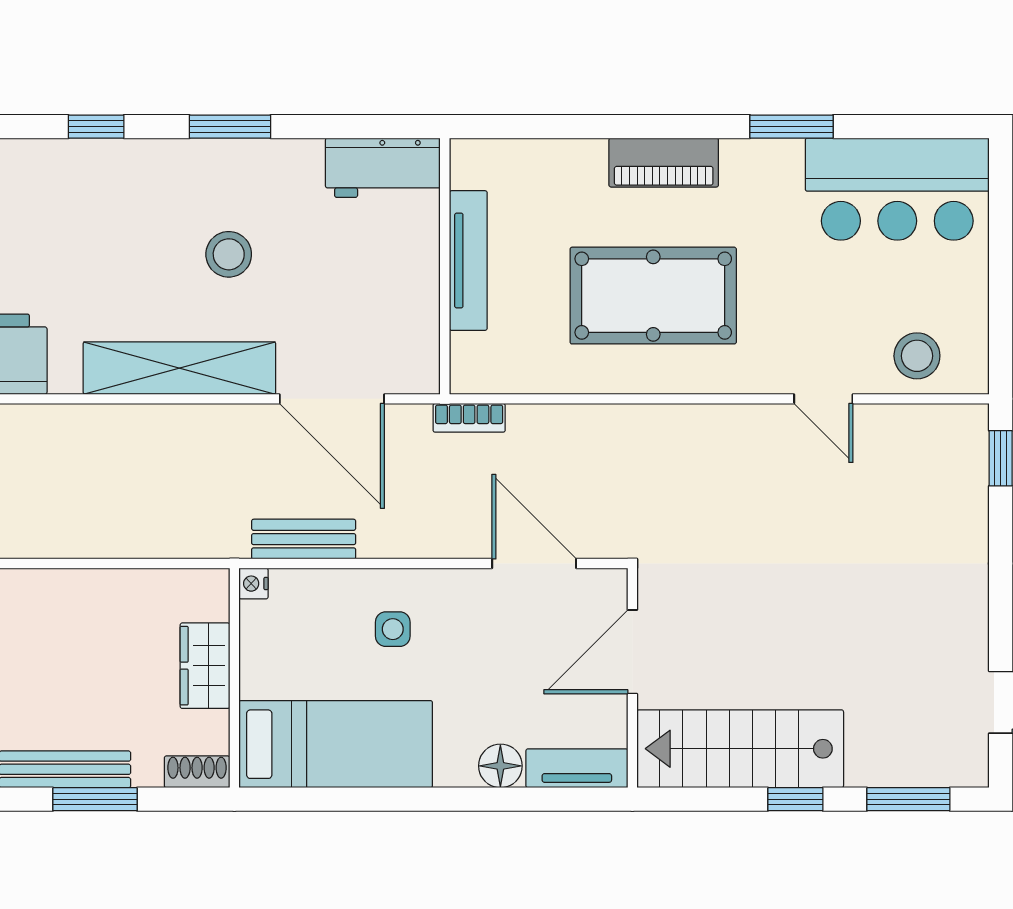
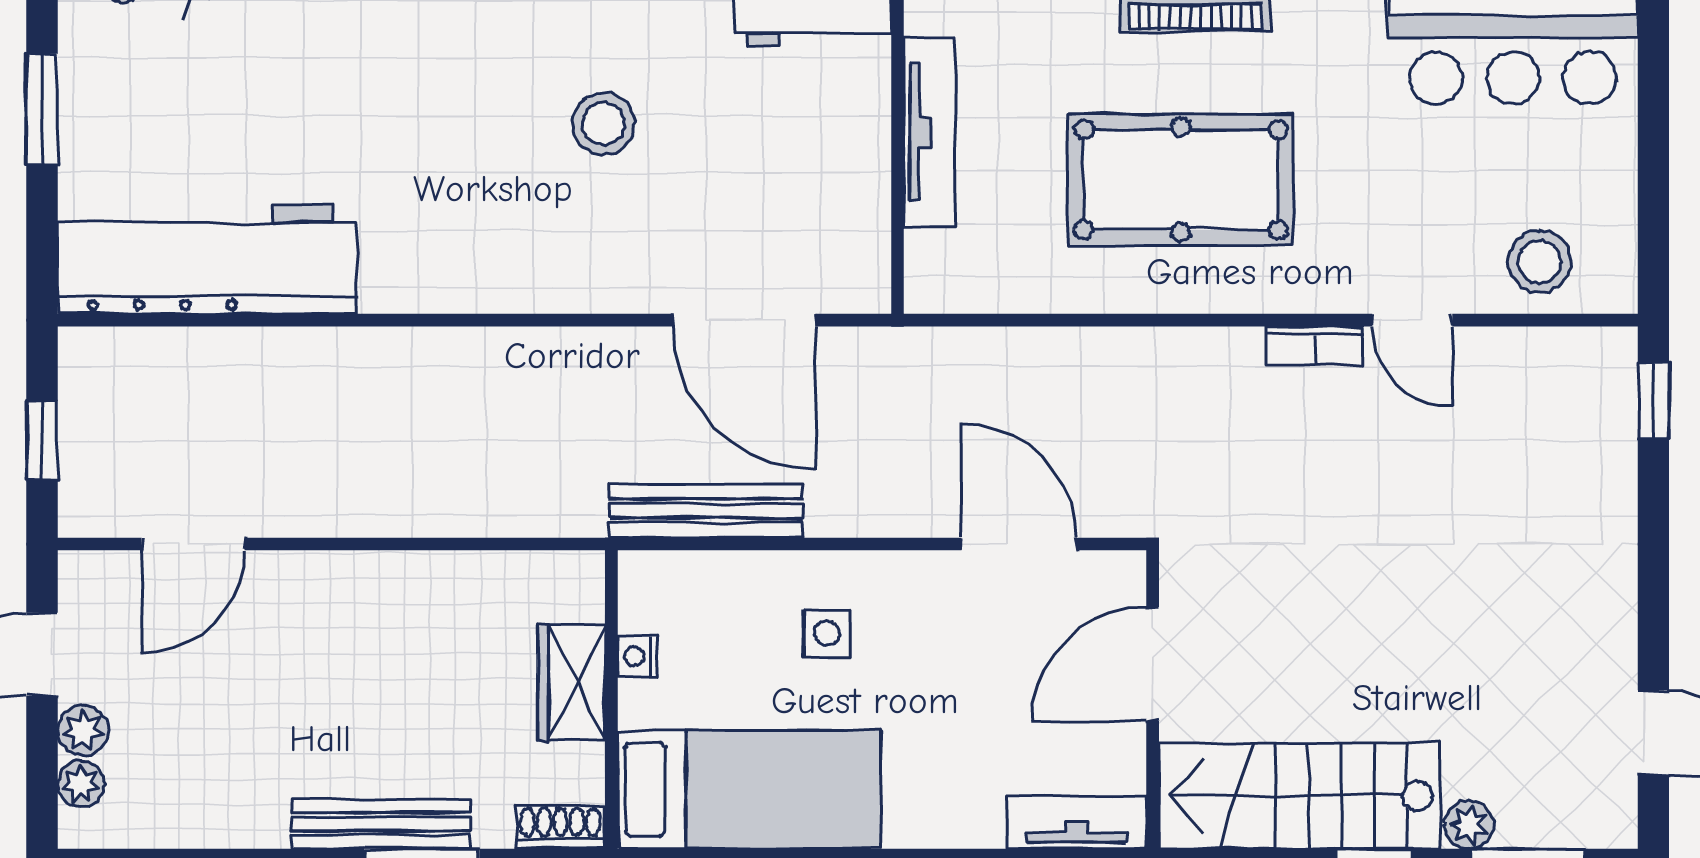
shelving: (179, 368) -> (537, 278), removed
bookcase: (469, 418) -> (1315, 346), moved
bench: (304, 539) -> (705, 511), width x1.36
nightstand: (253, 584) -> (637, 656), moved
floor lamp: (500, 766) -> (973, 819), removed
plant: (865, 770) -> (1469, 825), added

